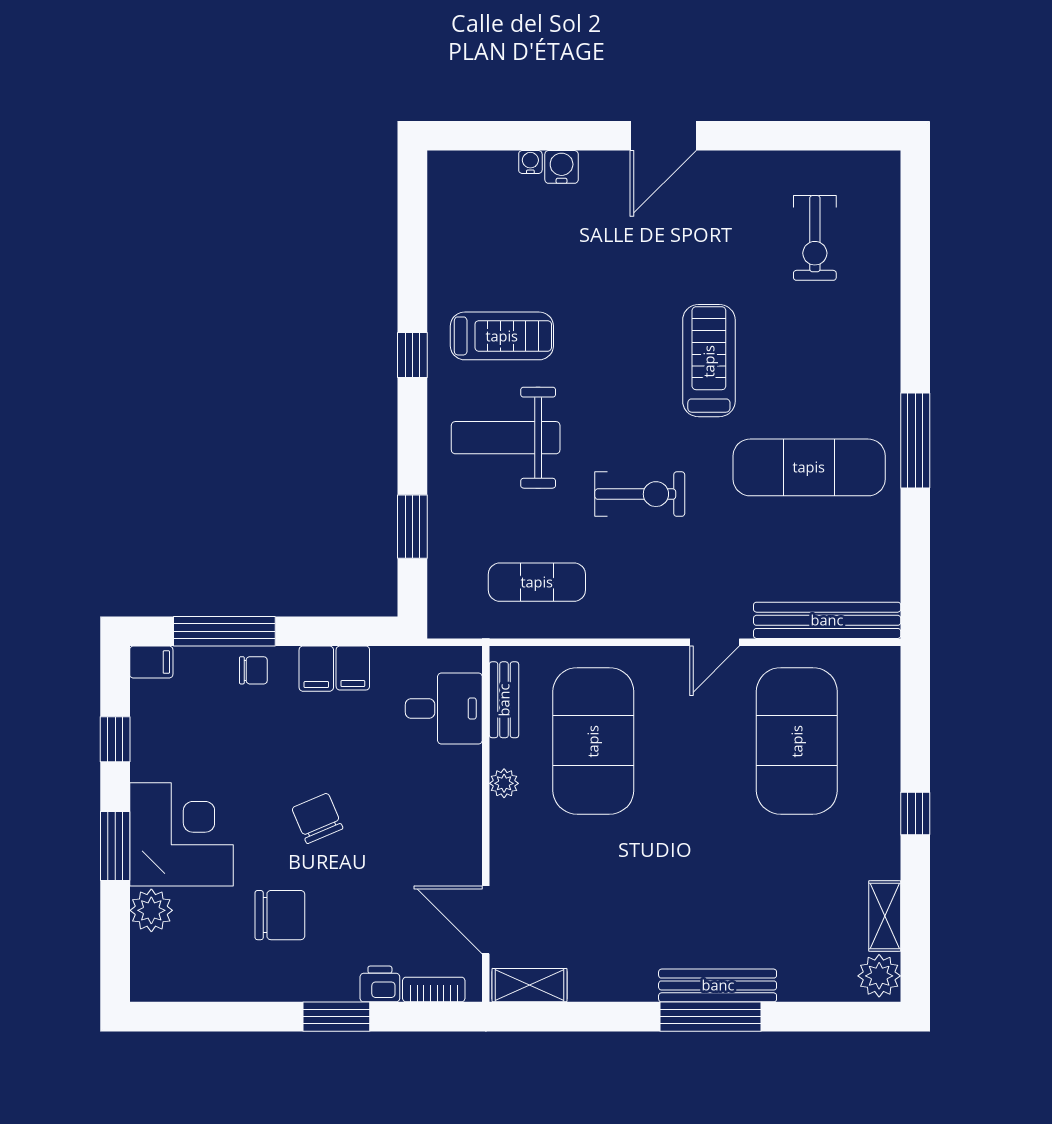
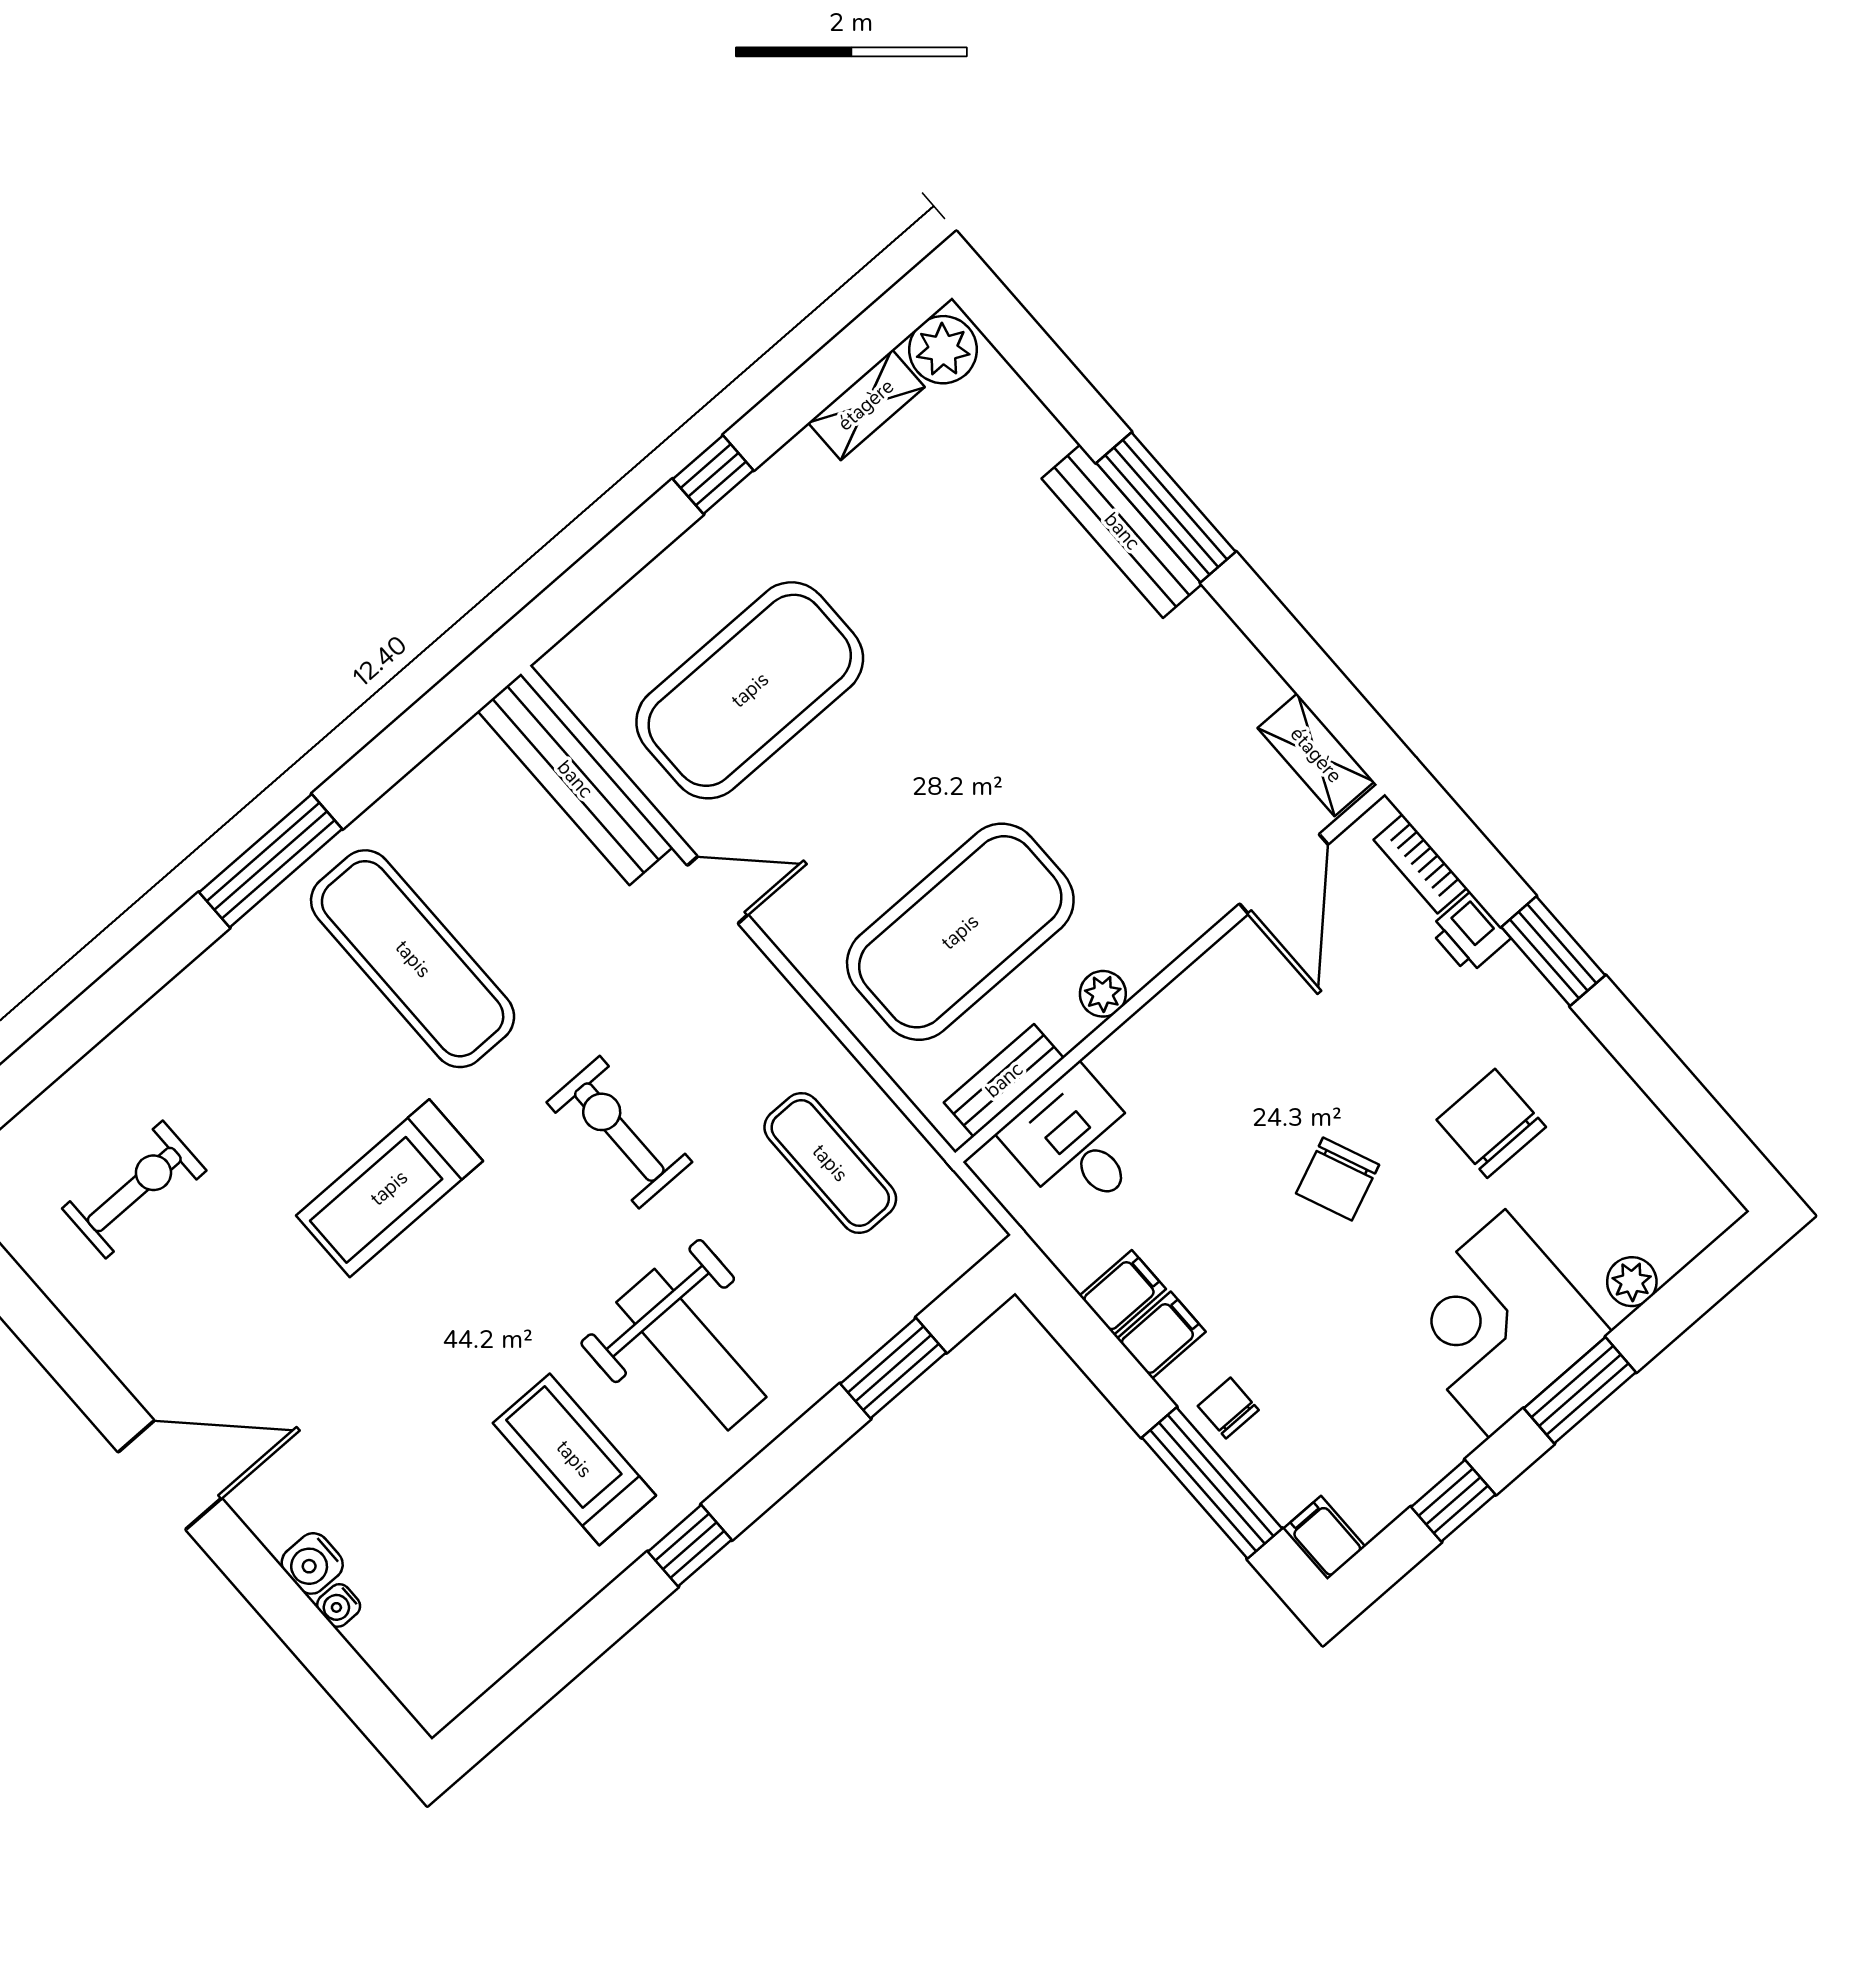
plant: (151, 910) -> (1632, 1282), width x0.73, depth x0.73

